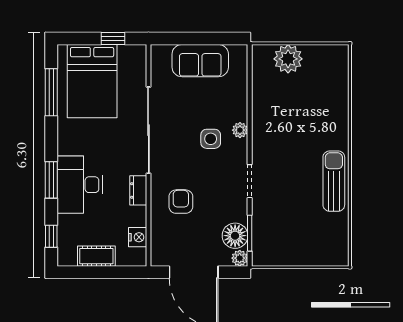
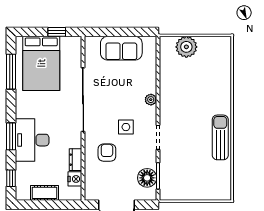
side table: (211, 139) -> (126, 127), moved
dresser: (138, 190) -> (75, 160), moved
plant: (240, 258) -> (150, 194), removed

